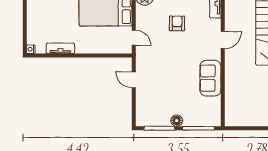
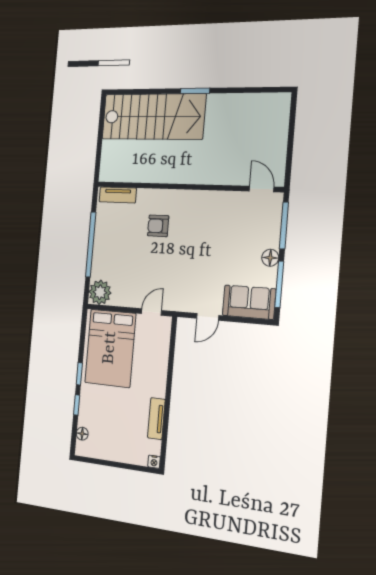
armchair: (177, 23) -> (158, 226), moved
door: (223, 40) -> (262, 189), moved
sofa: (210, 78) -> (249, 302), moved, turned 180

